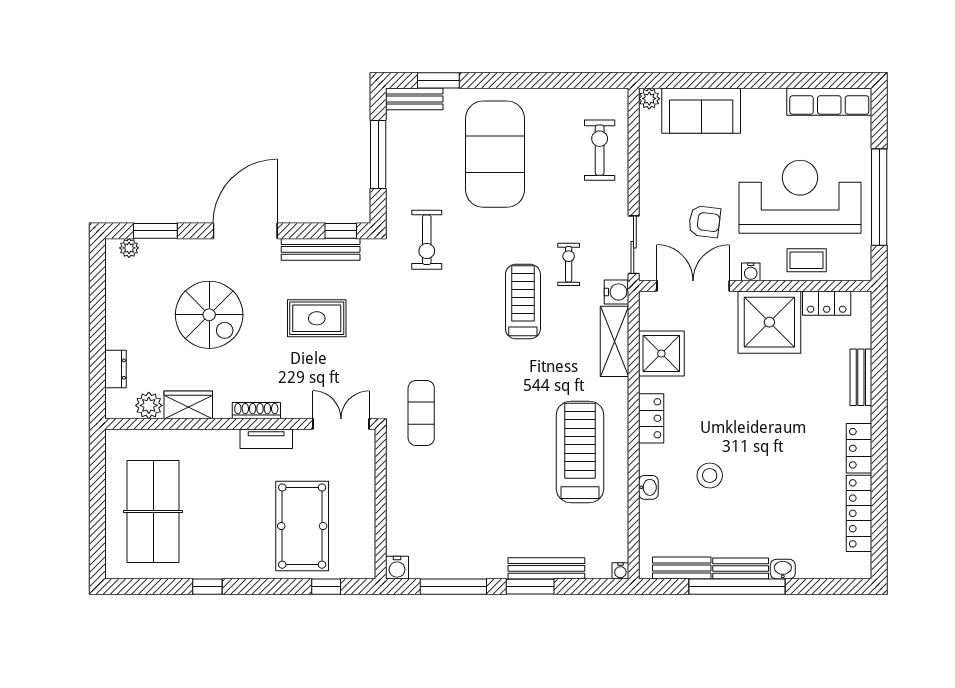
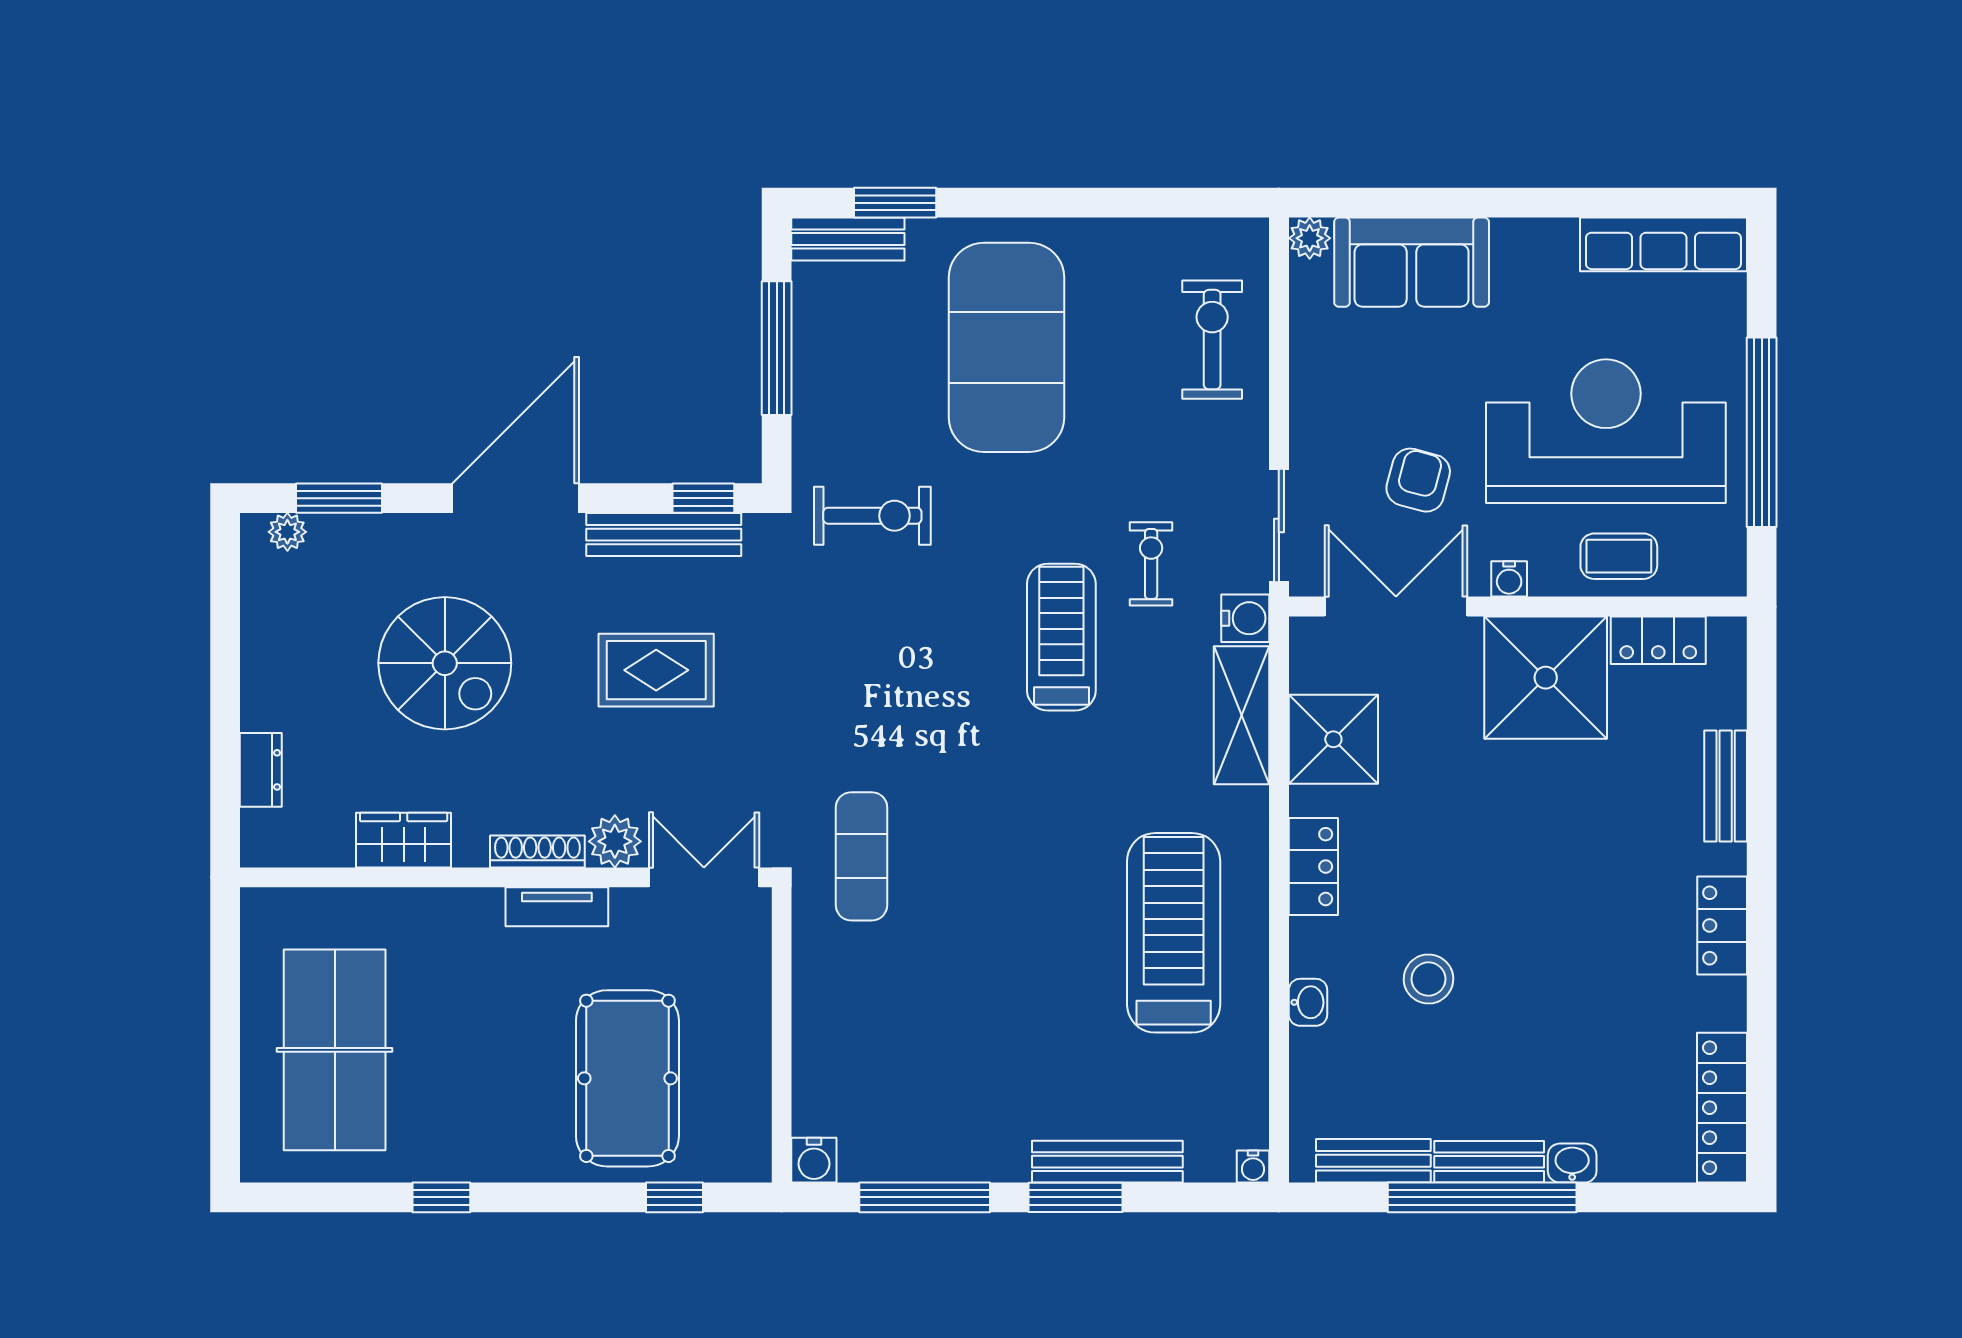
armchair: (704, 222) -> (1418, 480), turned -82
exercise bike: (427, 240) -> (872, 516), turned -90
plant: (149, 405) -> (615, 841), moved
locker: (859, 513) -> (1722, 1108), moved

